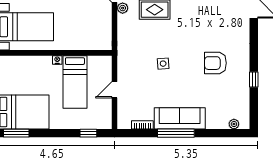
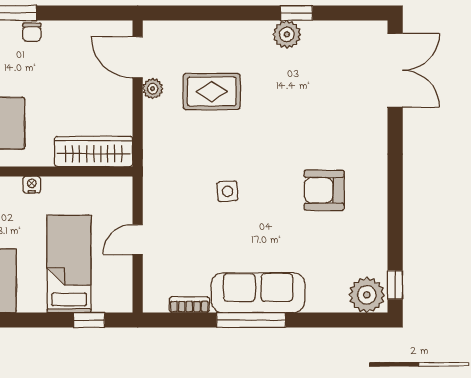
wardrobe: (91, 42) -> (94, 151), added
window: (254, 79) -> (395, 285), moved
bed: (75, 82) -> (69, 264), moved, turned 180
plant: (234, 124) -> (367, 295), width x1.87, depth x1.87

